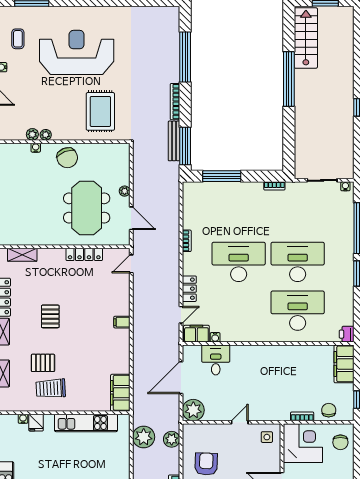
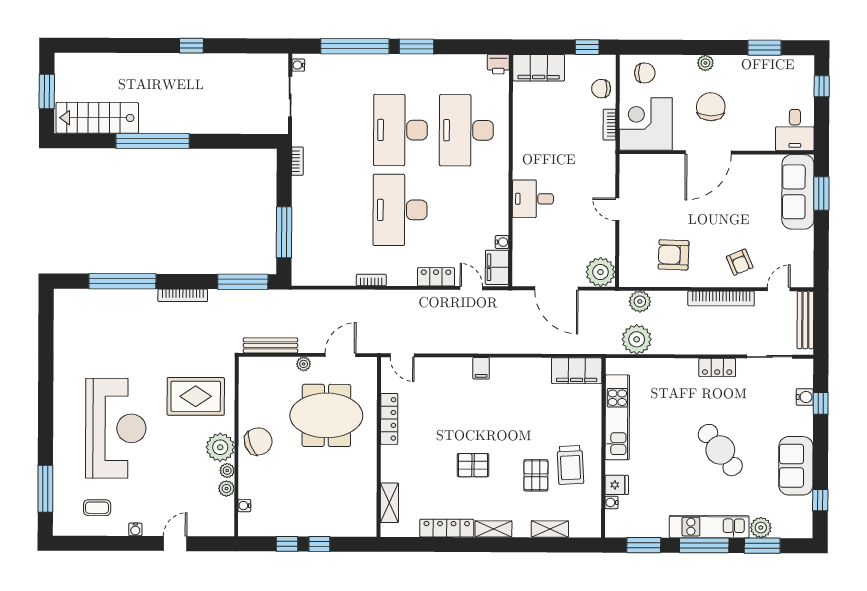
reception desk: (77, 52) -> (116, 428), turned 180
plant: (63, 130) -> (220, 447), added
bench: (174, 141) -> (270, 345), moved
water cooler: (36, 148) -> (244, 506), moved
desk: (216, 360) -> (533, 199), moved
side table: (267, 437) -> (637, 172), removed

